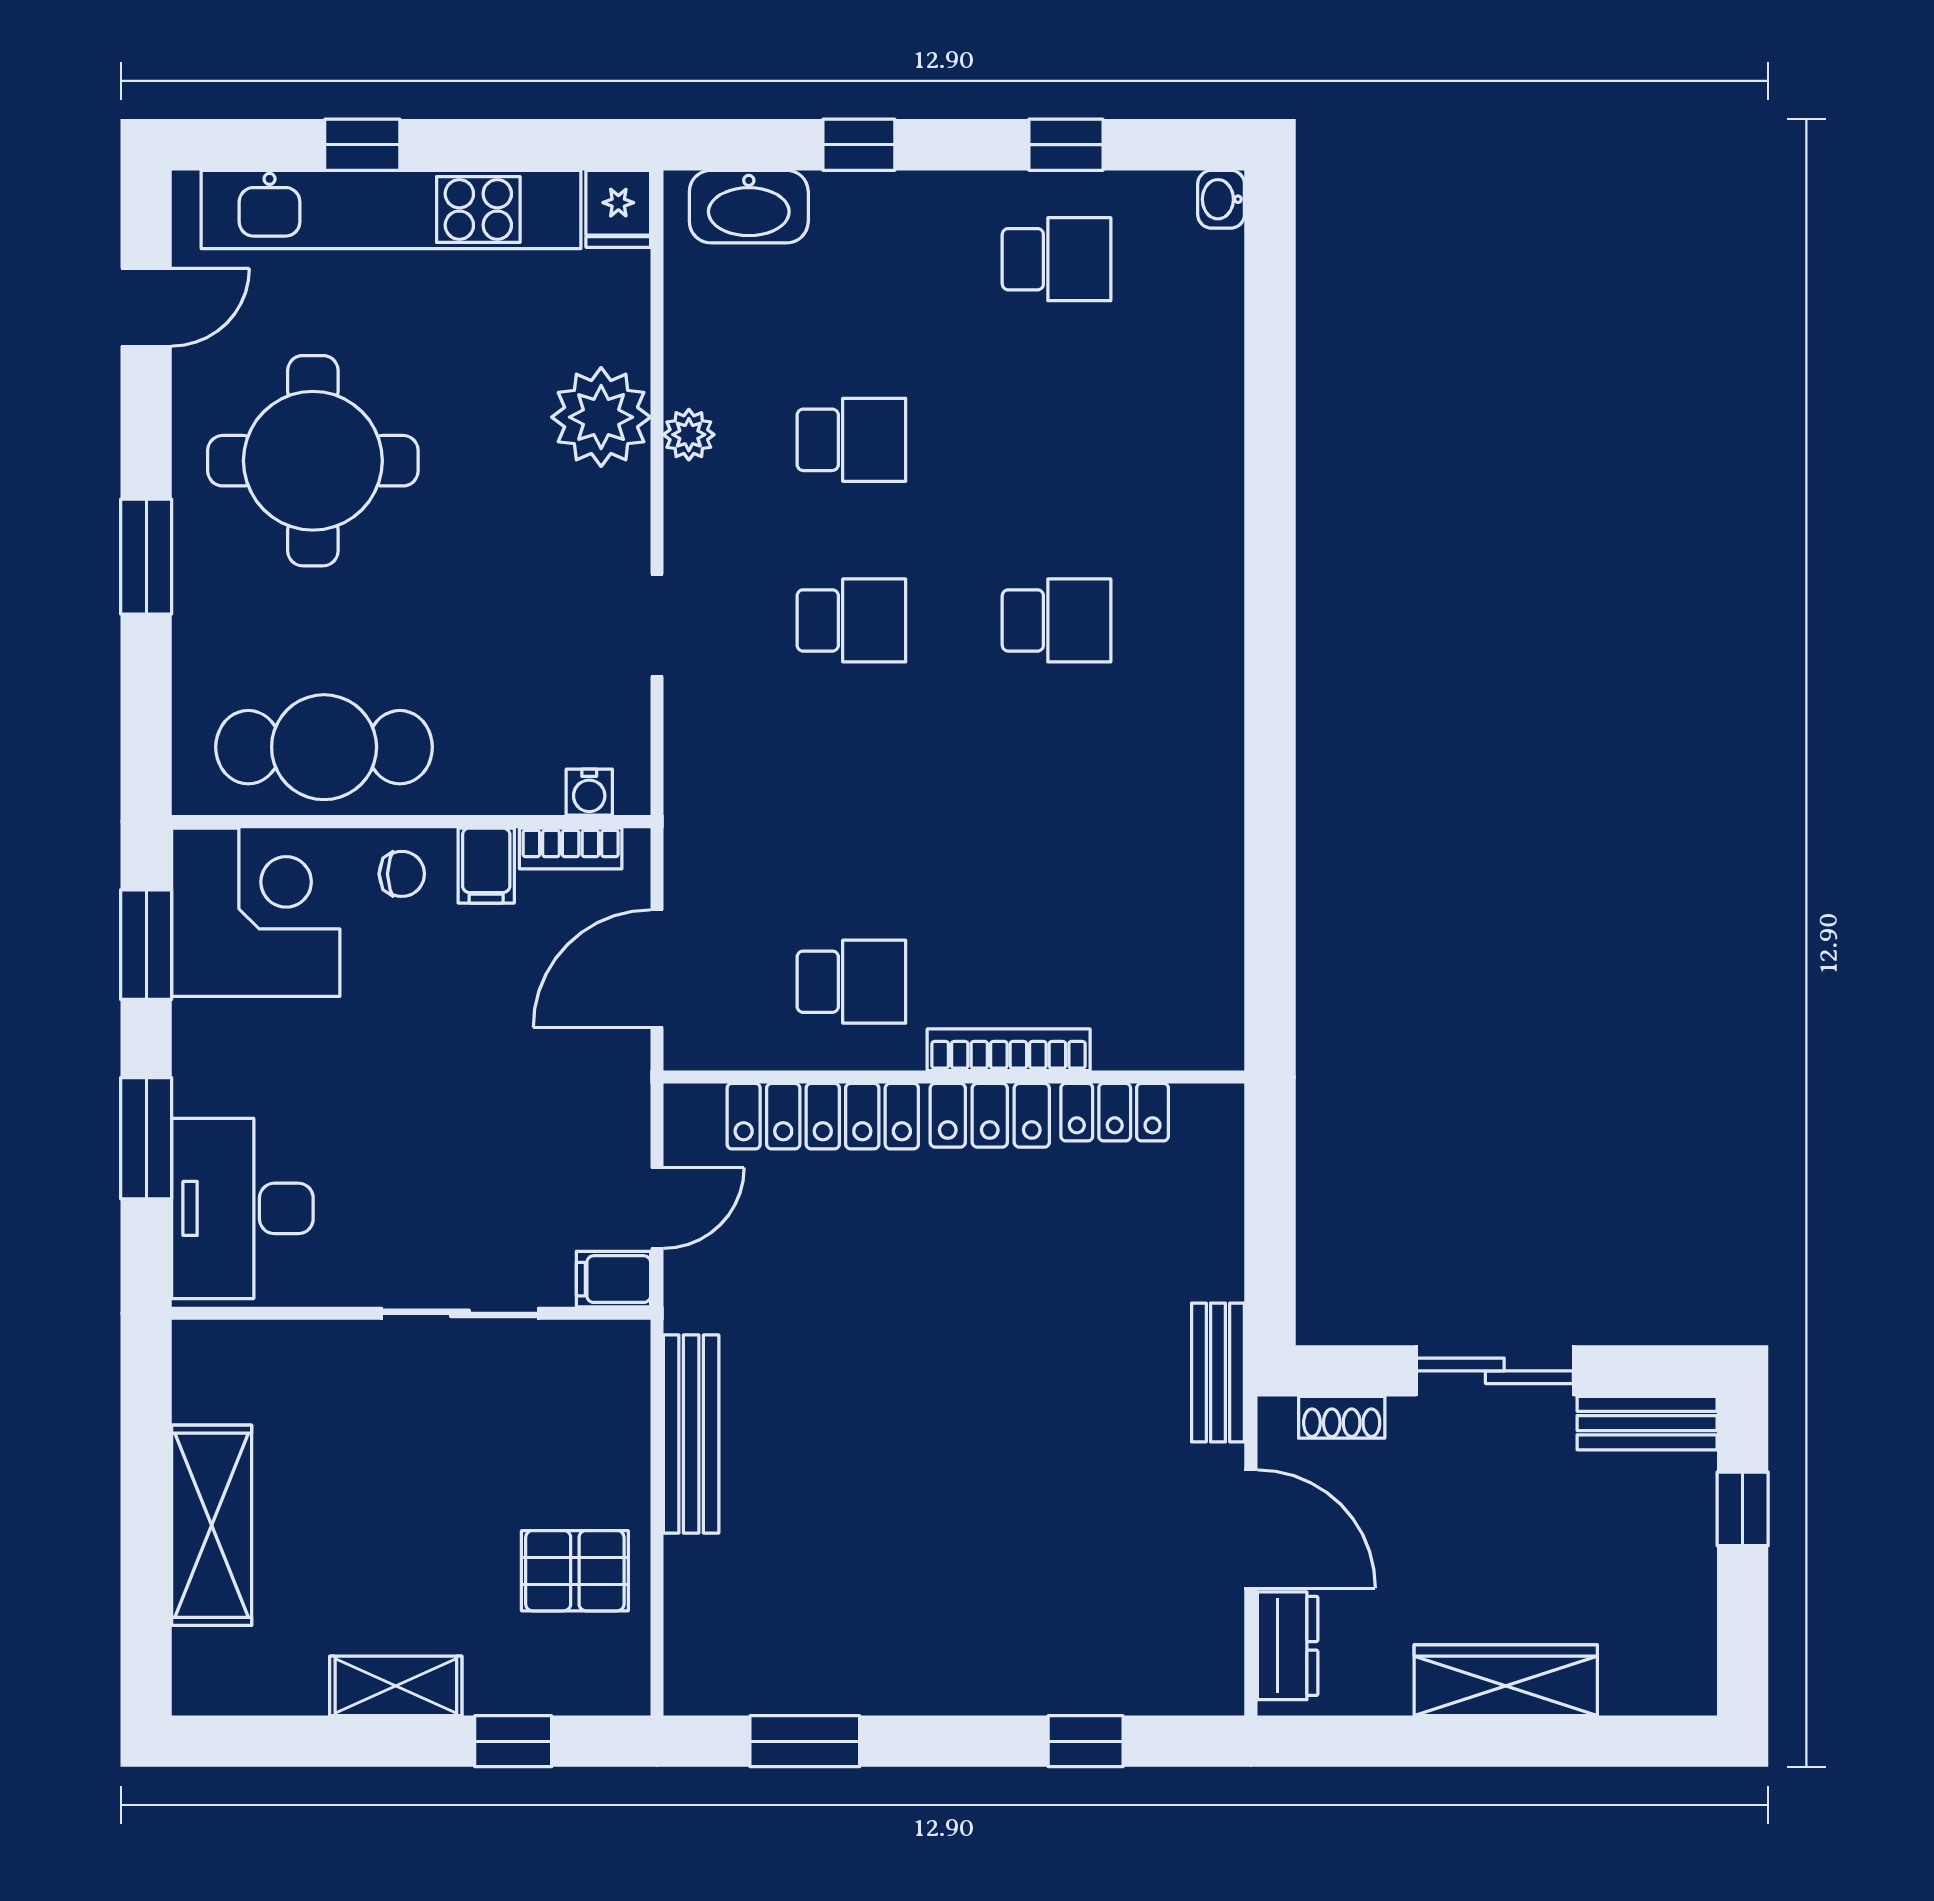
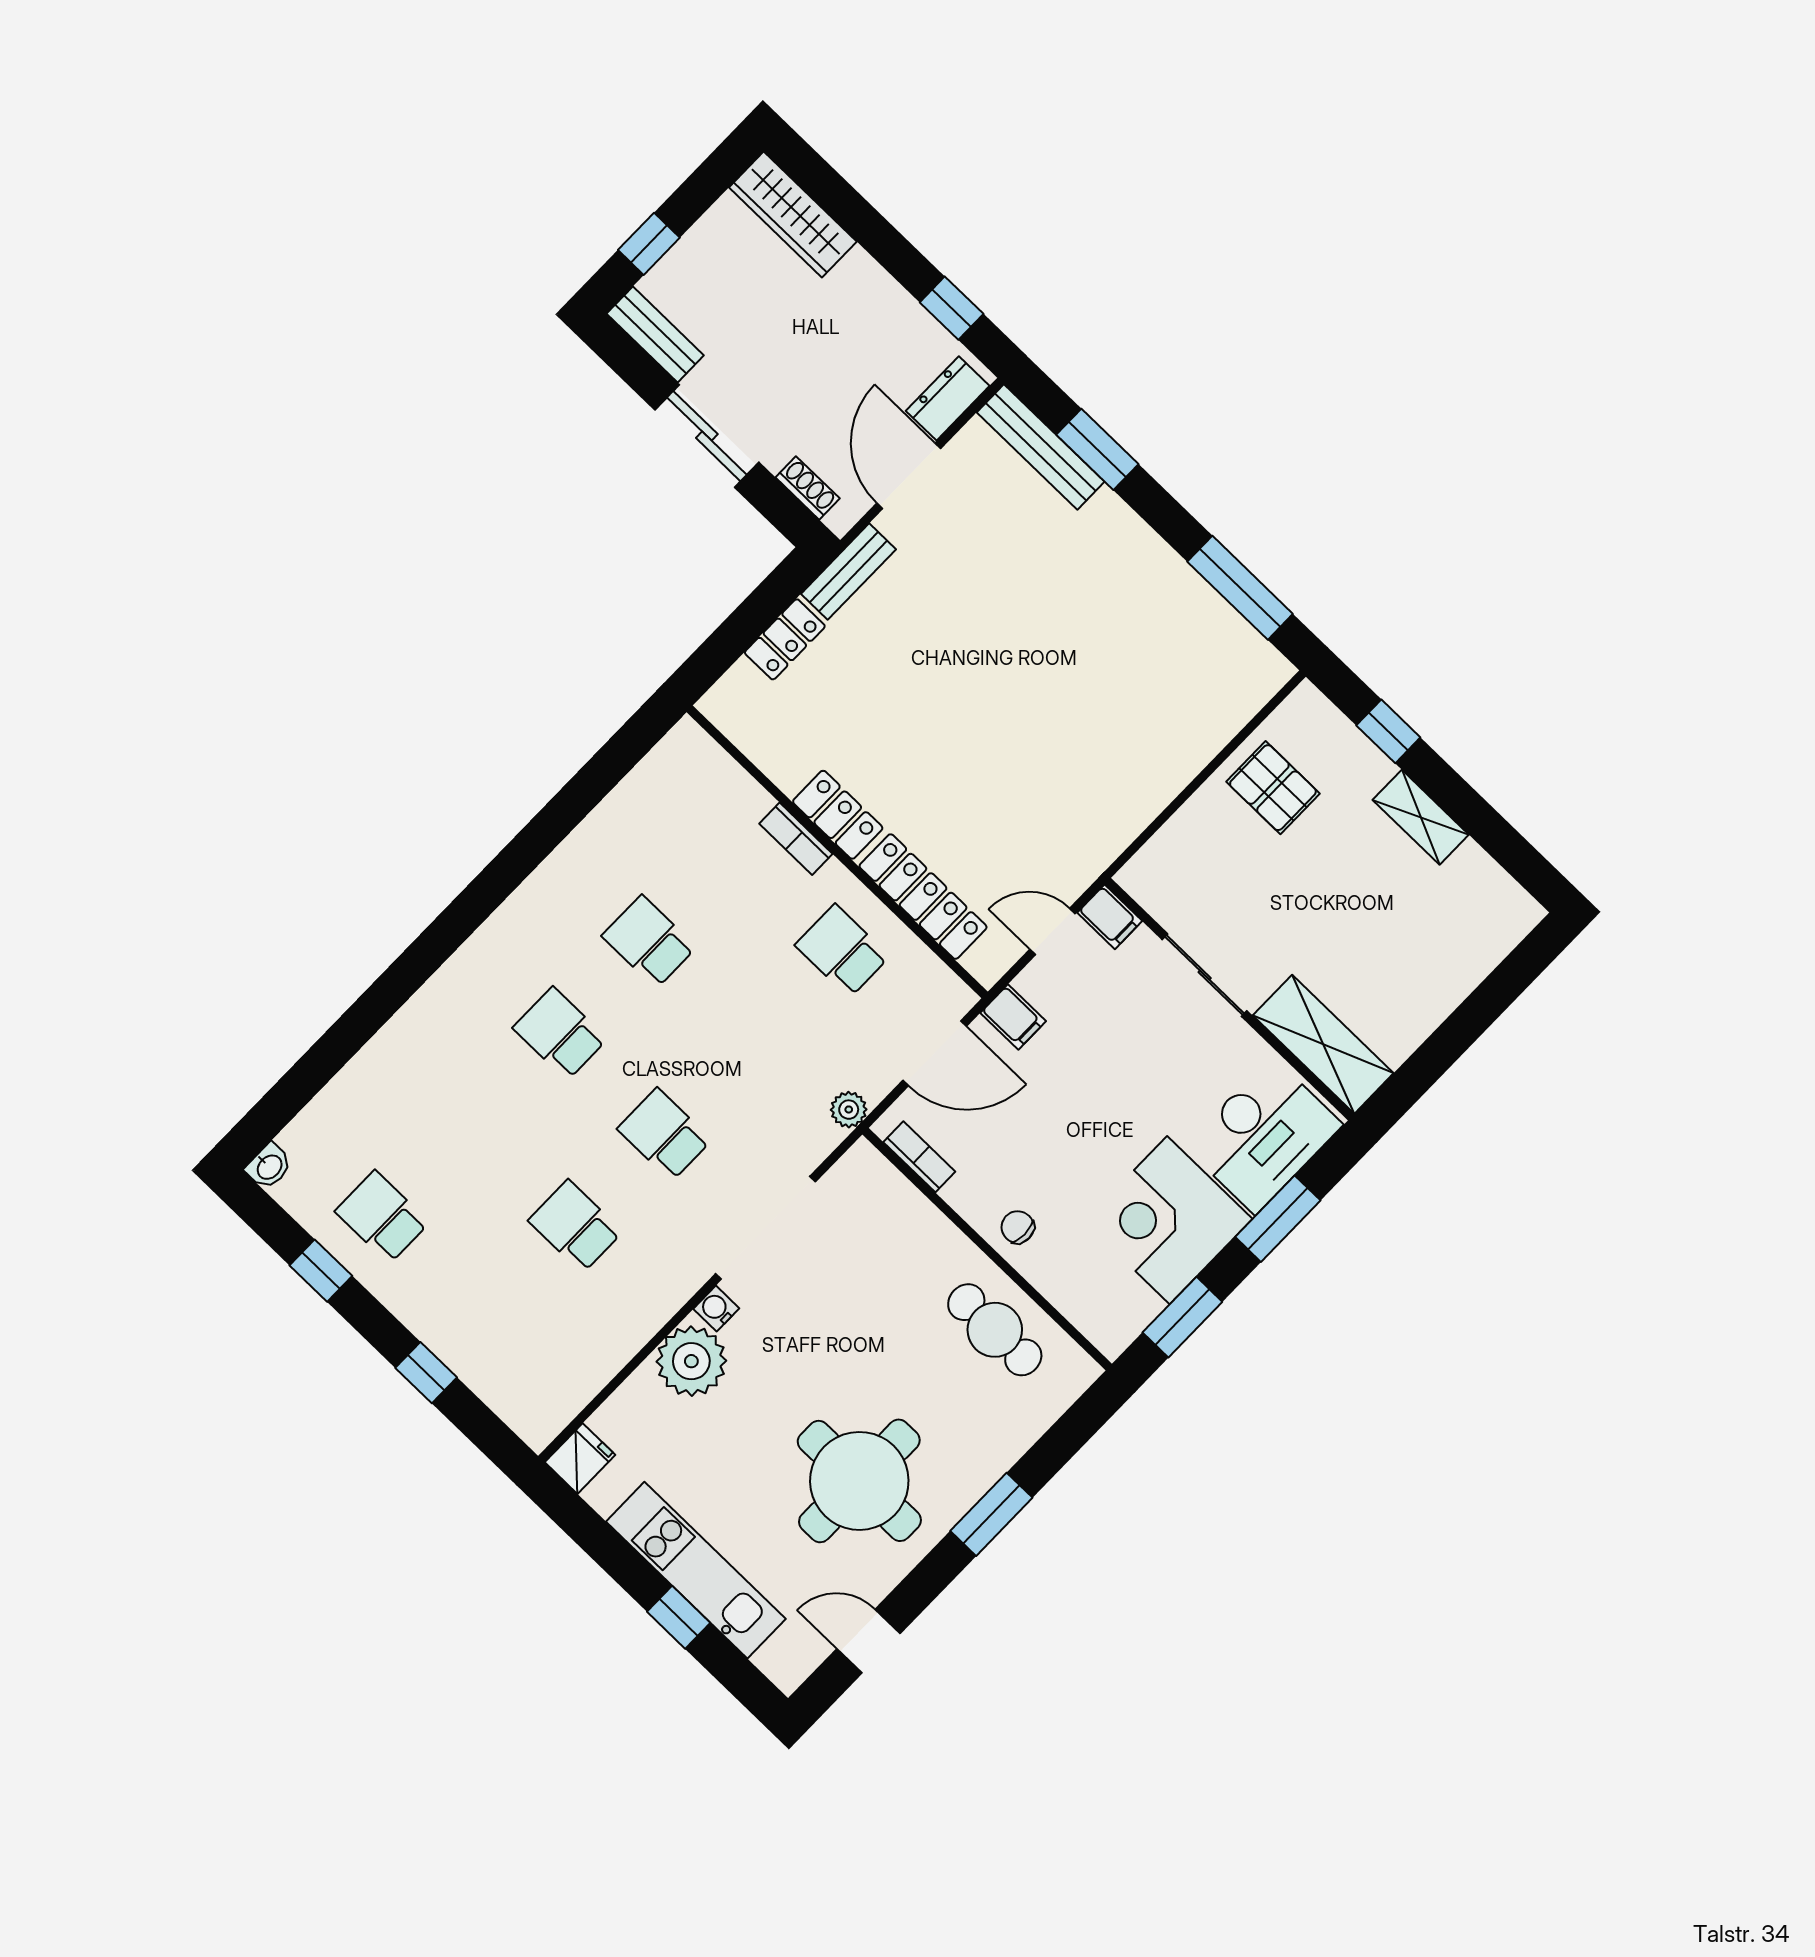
washbasin: (749, 207) -> (513, 1395), removed
kitchen unit: (391, 209) -> (696, 1570), width x0.73
plant: (689, 435) -> (849, 1110), moved
doorway: (657, 625) -> (765, 1228), width x1.88
cafe table: (324, 747) -> (995, 1330), width x0.73, depth x0.74
water cooler: (589, 792) -> (716, 1309), moved, turned -90
school desk: (1057, 801) -> (649, 942), added
filing cabinet: (486, 866) -> (1013, 1017), moved, turned 90
corner desk: (256, 912) -> (1168, 1220), moved
bookcase: (1009, 1050) -> (796, 839), width x0.64
locker: (1115, 1112) -> (785, 639), moved, turned 90
bench: (691, 1434) -> (1041, 447), moved, turned 90
shelving: (212, 1525) -> (1323, 1044), moved, turned 90
wardrobe: (1506, 1680) -> (793, 214), moved
window: (805, 1741) -> (1240, 588), width x1.44
window: (1086, 1741) -> (1097, 449), width x1.50
window: (1372, 1741) -> (952, 308), added

